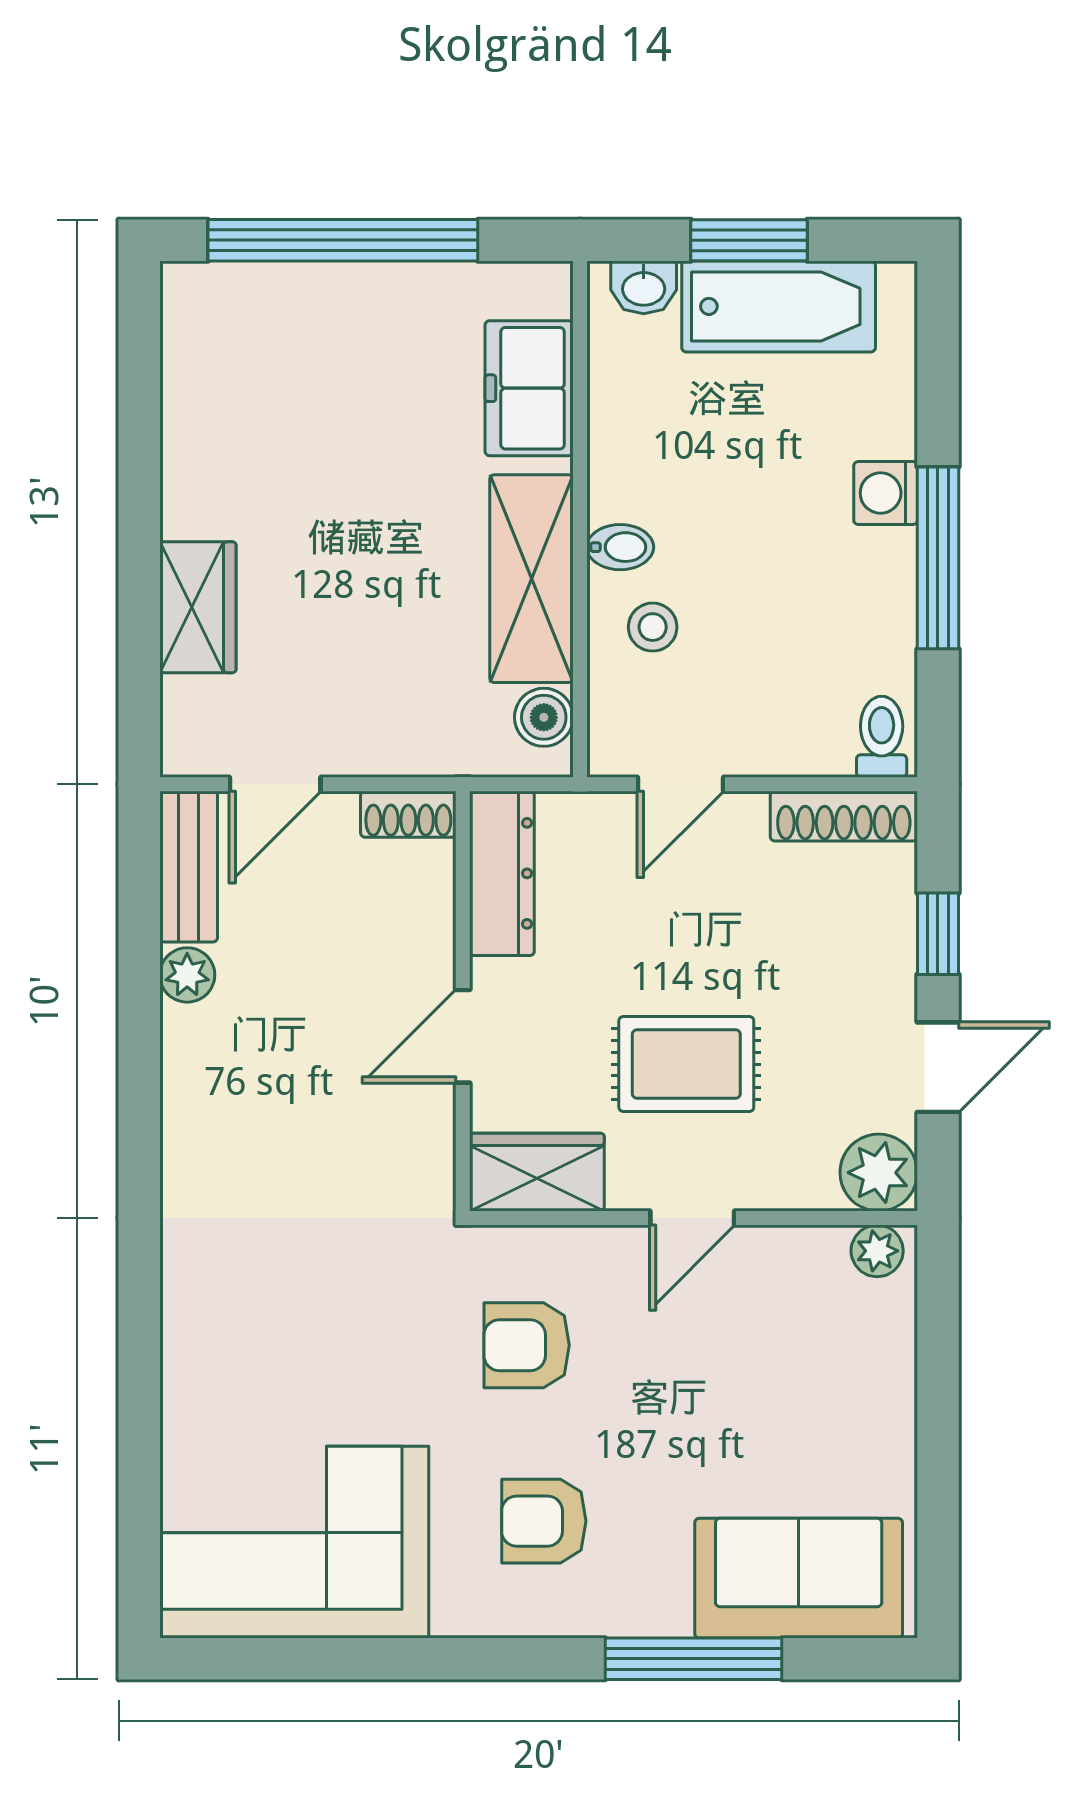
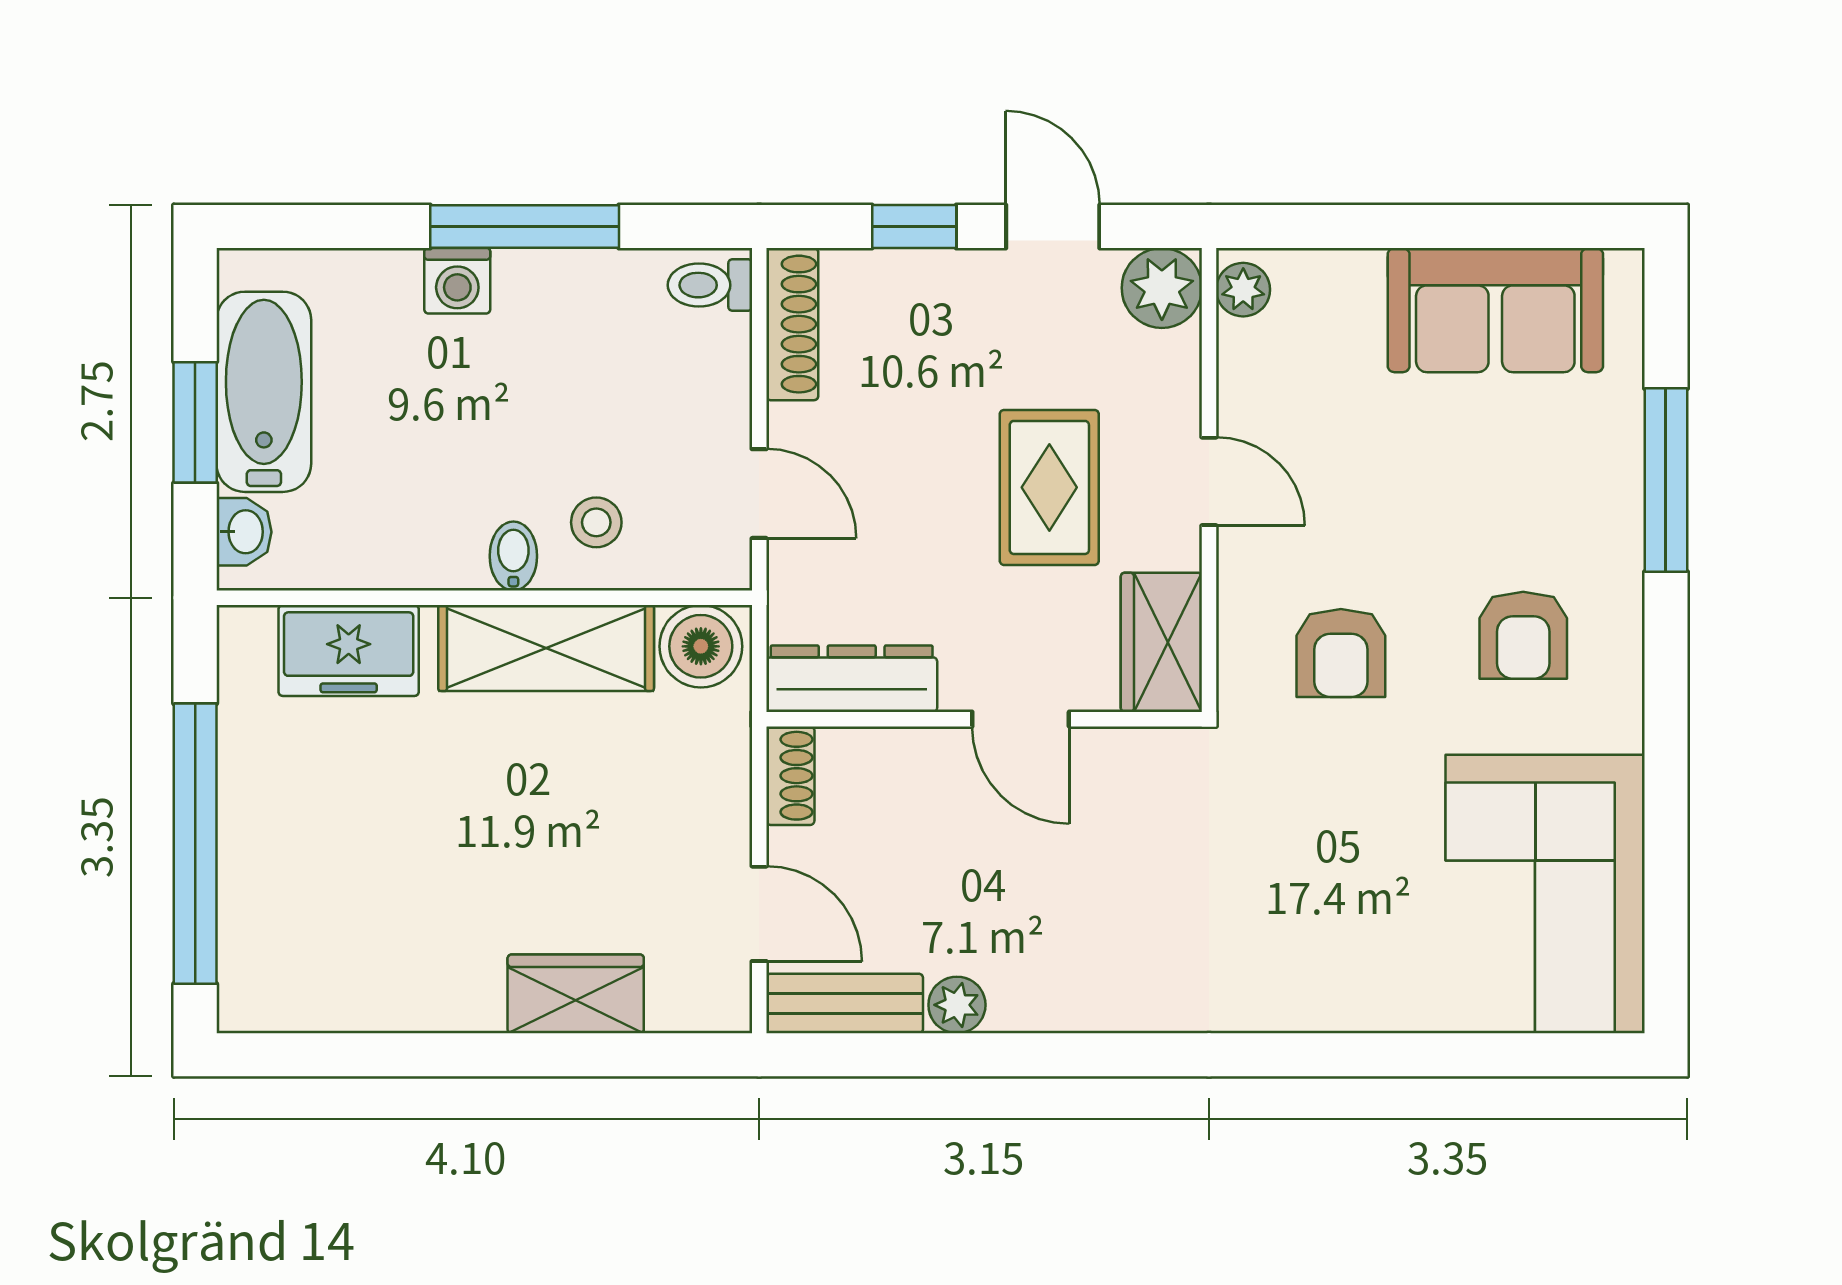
boiler: (544, 717) -> (701, 646), width x1.36, depth x1.36
sofa: (799, 1578) -> (1495, 310), moved, turned -90

